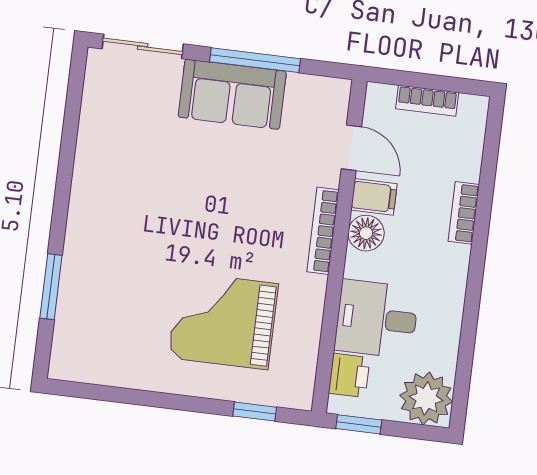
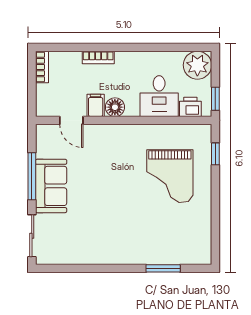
bookcase: (427, 101) -> (42, 67), moved
door: (351, 148) -> (71, 120), swing flipped
bookcase: (323, 231) -> (117, 130), removed

